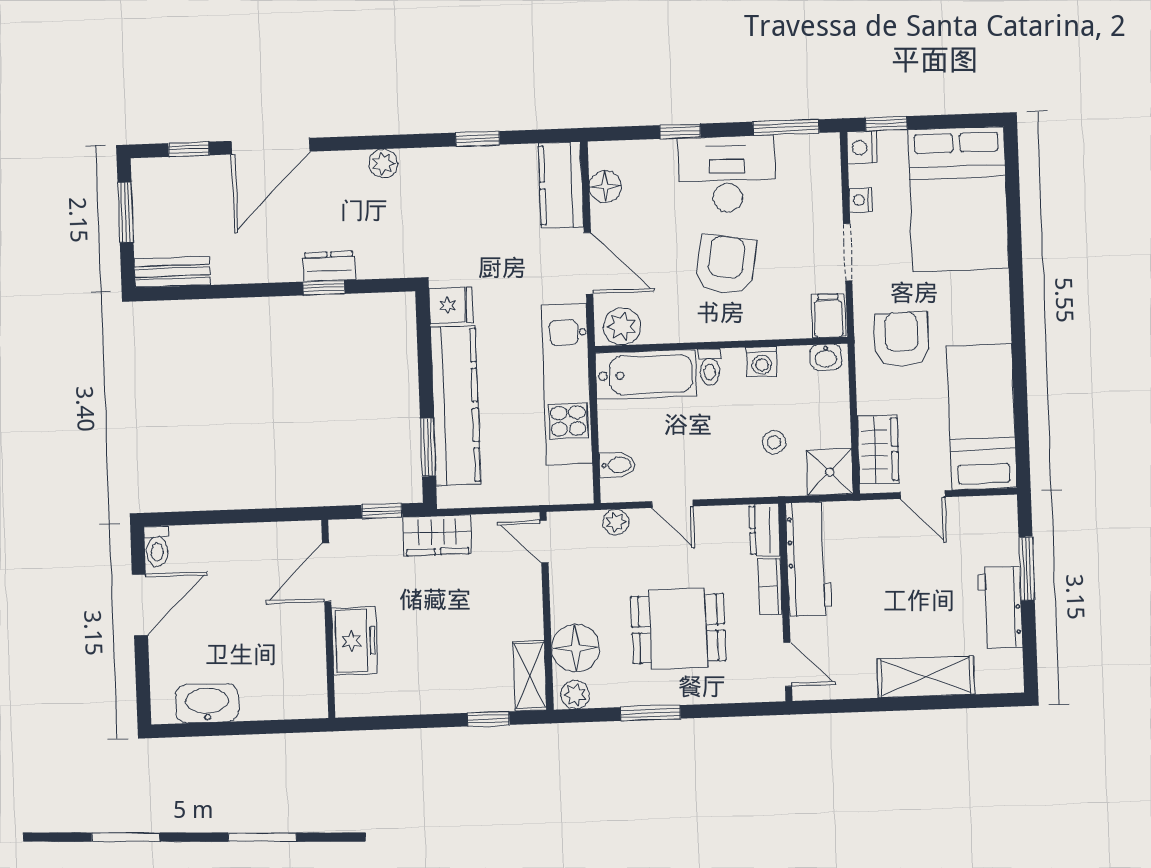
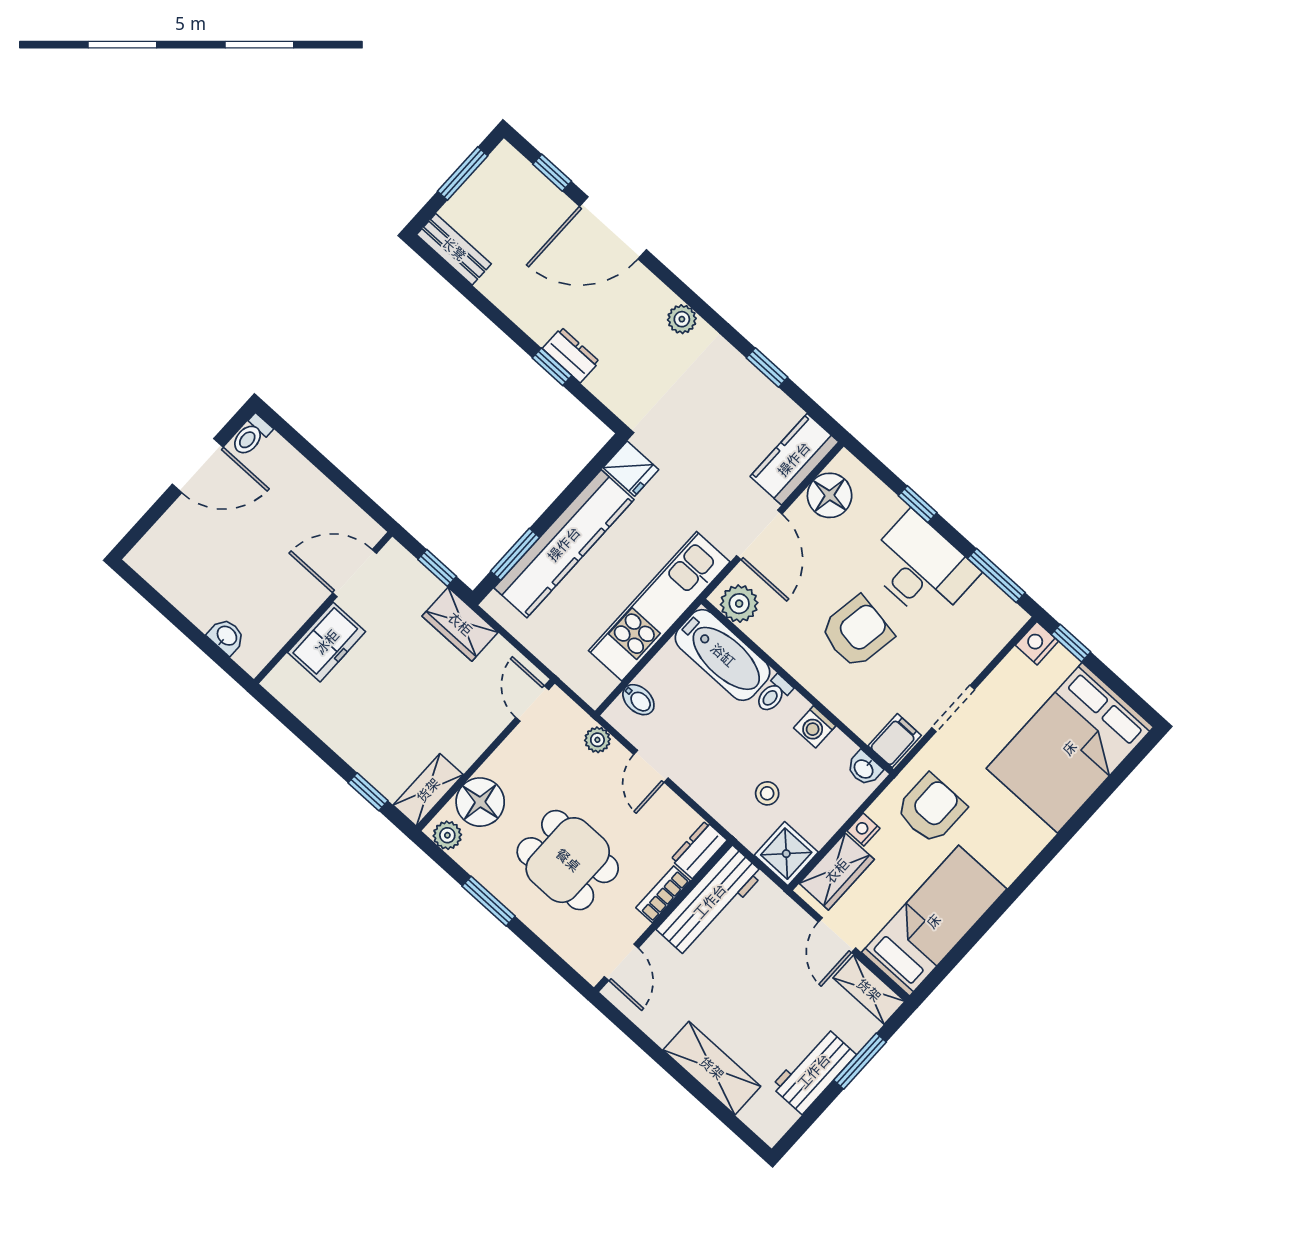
floor lamp: (605, 187) -> (830, 495), width x1.38, depth x1.38
nightstand: (861, 200) -> (863, 830), moved
shelving: (983, 511) -> (869, 990), added
washbasin: (207, 703) -> (226, 636), moved, width x0.52, depth x0.69

